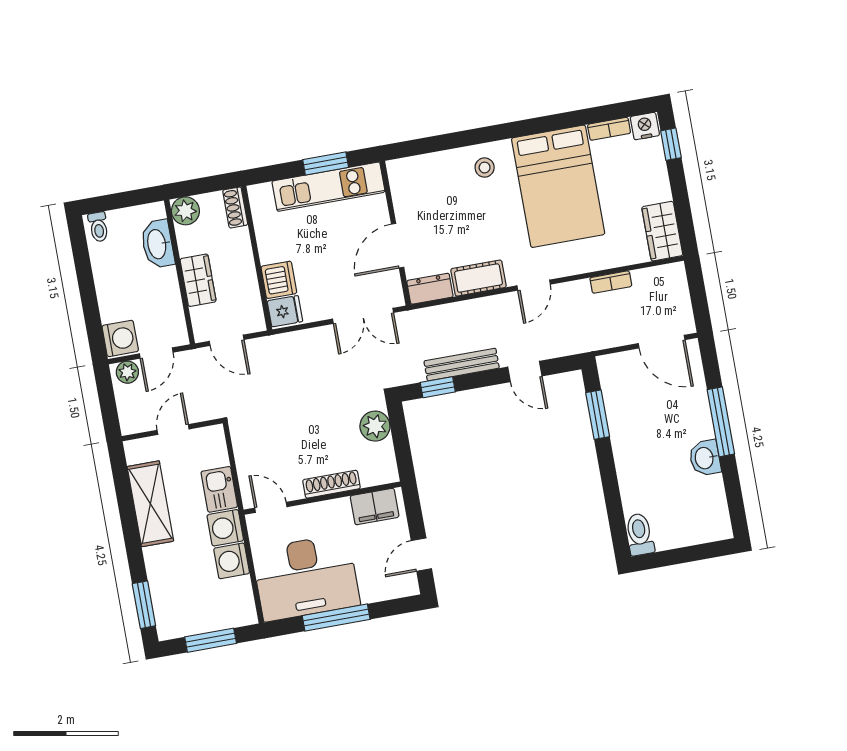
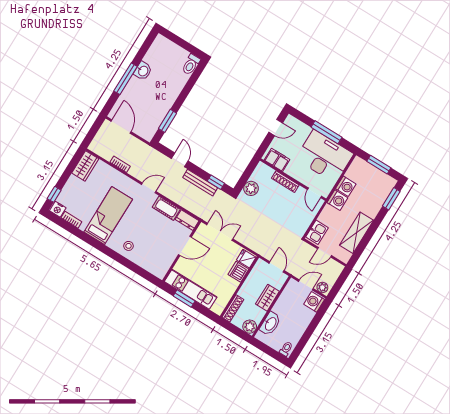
bed: (558, 186) -> (108, 216), width x0.67
shoe rack: (235, 207) -> (233, 308), width x1.43
kitchen sink: (219, 489) -> (317, 232), moved

